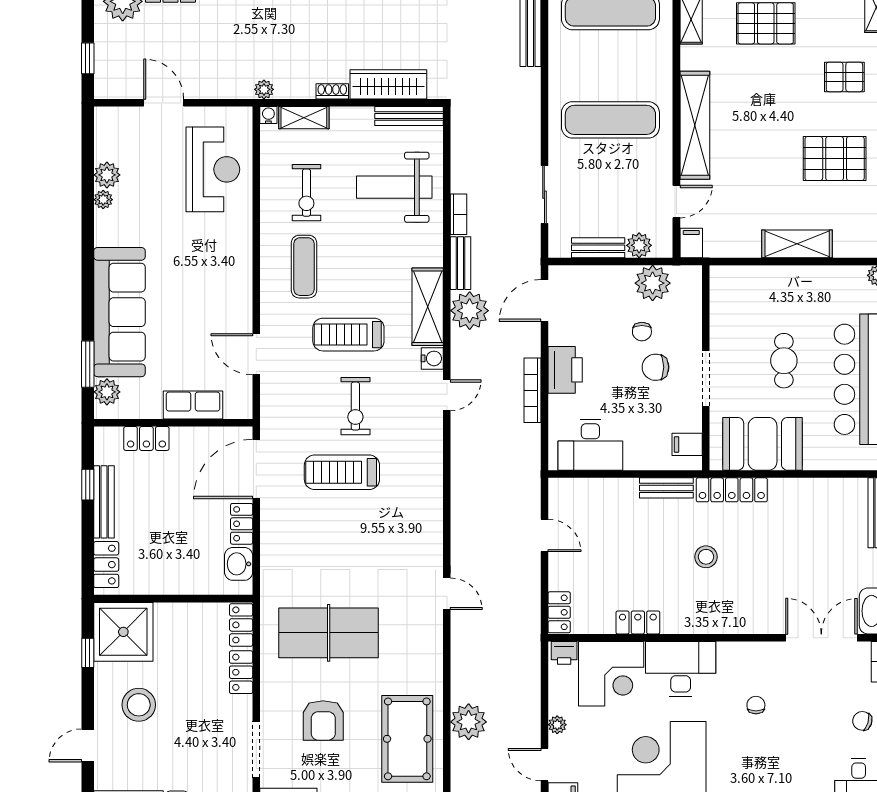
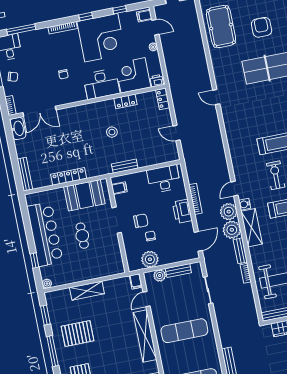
locker: (732, 490) -> (69, 176), moved
stool: (706, 557) -> (112, 132), moved
plant: (469, 722) -> (229, 212), moved

